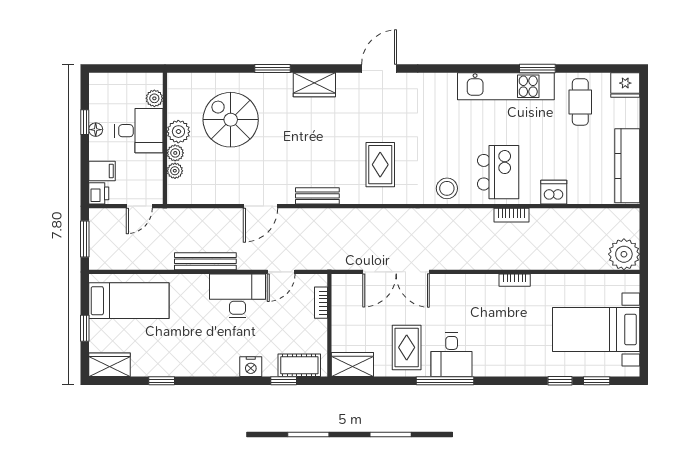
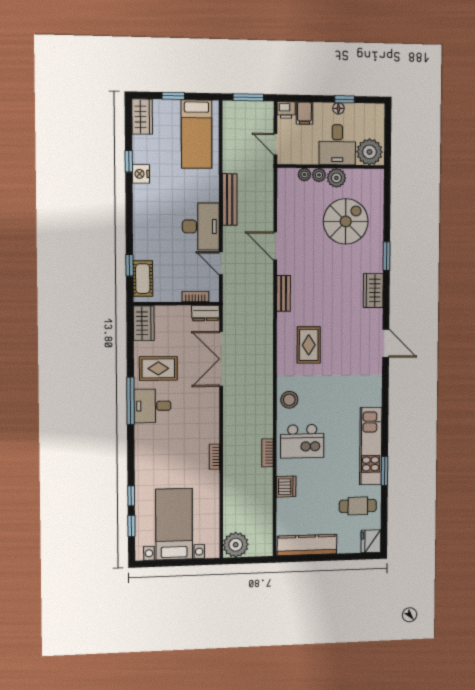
plant: (154, 98) -> (369, 152), width x1.88, depth x1.88
rug: (380, 165) -> (309, 345), turned 90
dresser: (341, 291) -> (206, 313), added
nightstand: (251, 367) -> (141, 174), moved

